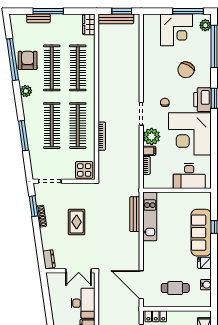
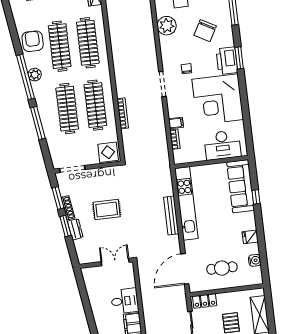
window: (13, 60) -> (25, 77), moved
plant: (152, 137) -> (167, 26), moved
bench: (135, 214) -> (171, 215), moved
kitchen unit: (150, 216) -> (186, 203), width x1.36
rug: (77, 222) -> (107, 210), turned 90
window: (37, 232) -> (65, 226), added
sofa: (201, 233) -> (241, 186), moved
dresser: (49, 259) -> (75, 229), moved
double door: (79, 271) -> (115, 262), swing flipped
door: (141, 285) -> (185, 269), hinge flipped
desk: (83, 303) -> (125, 301), width x0.73

